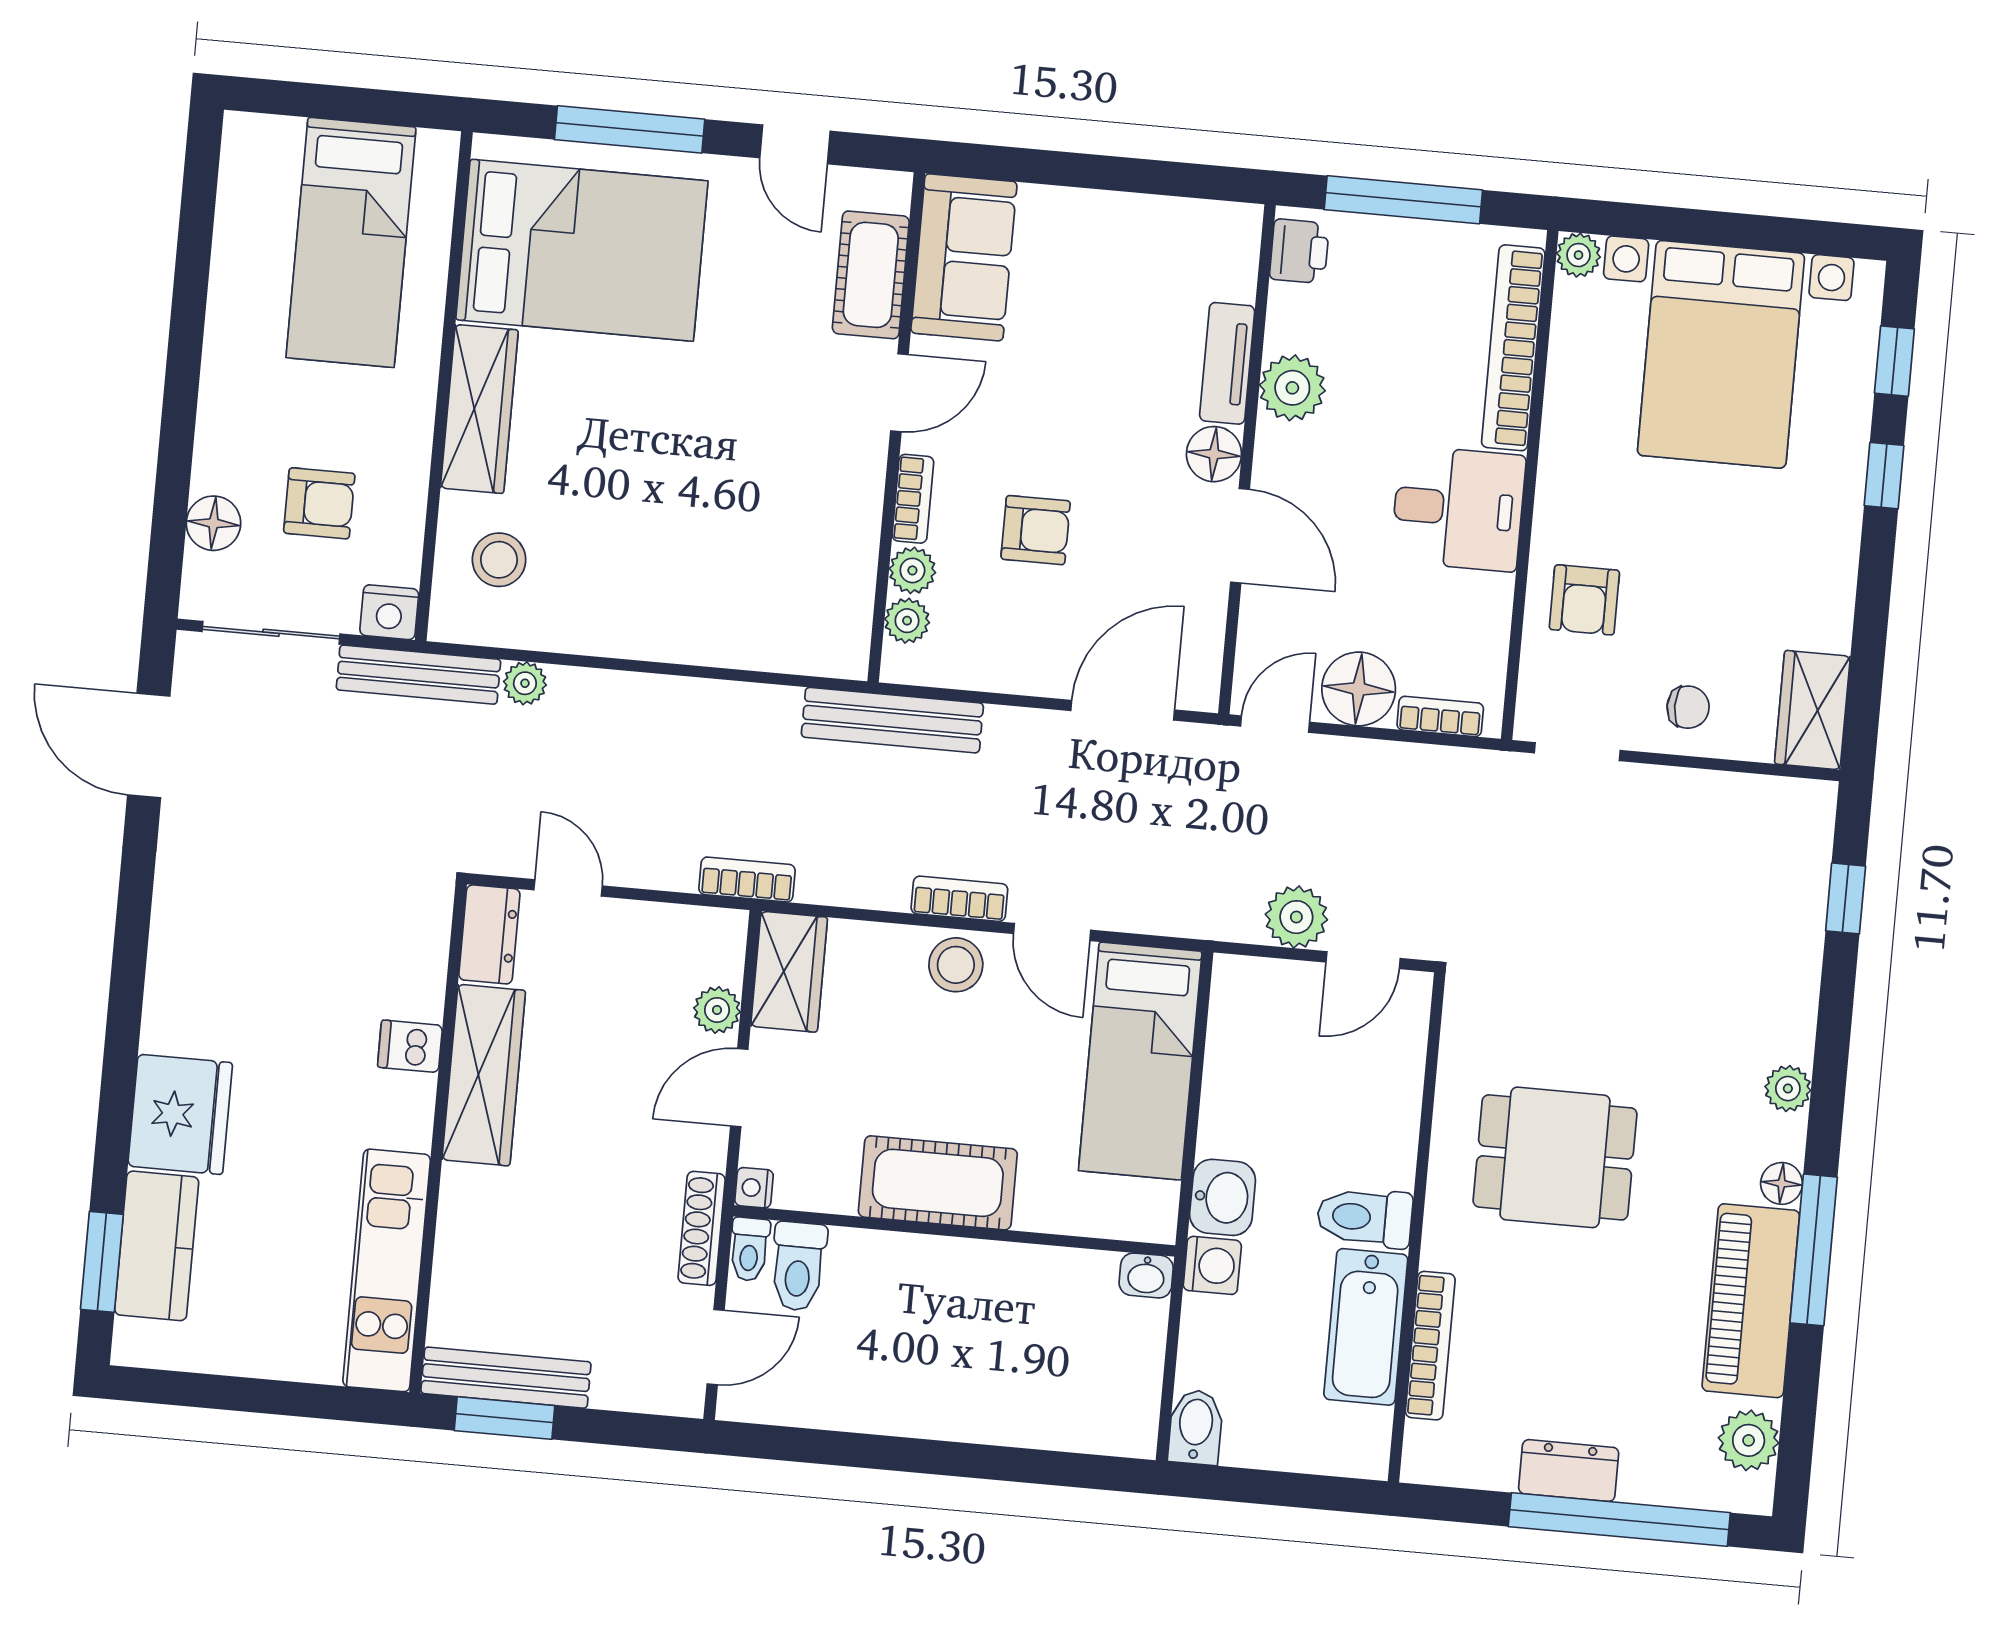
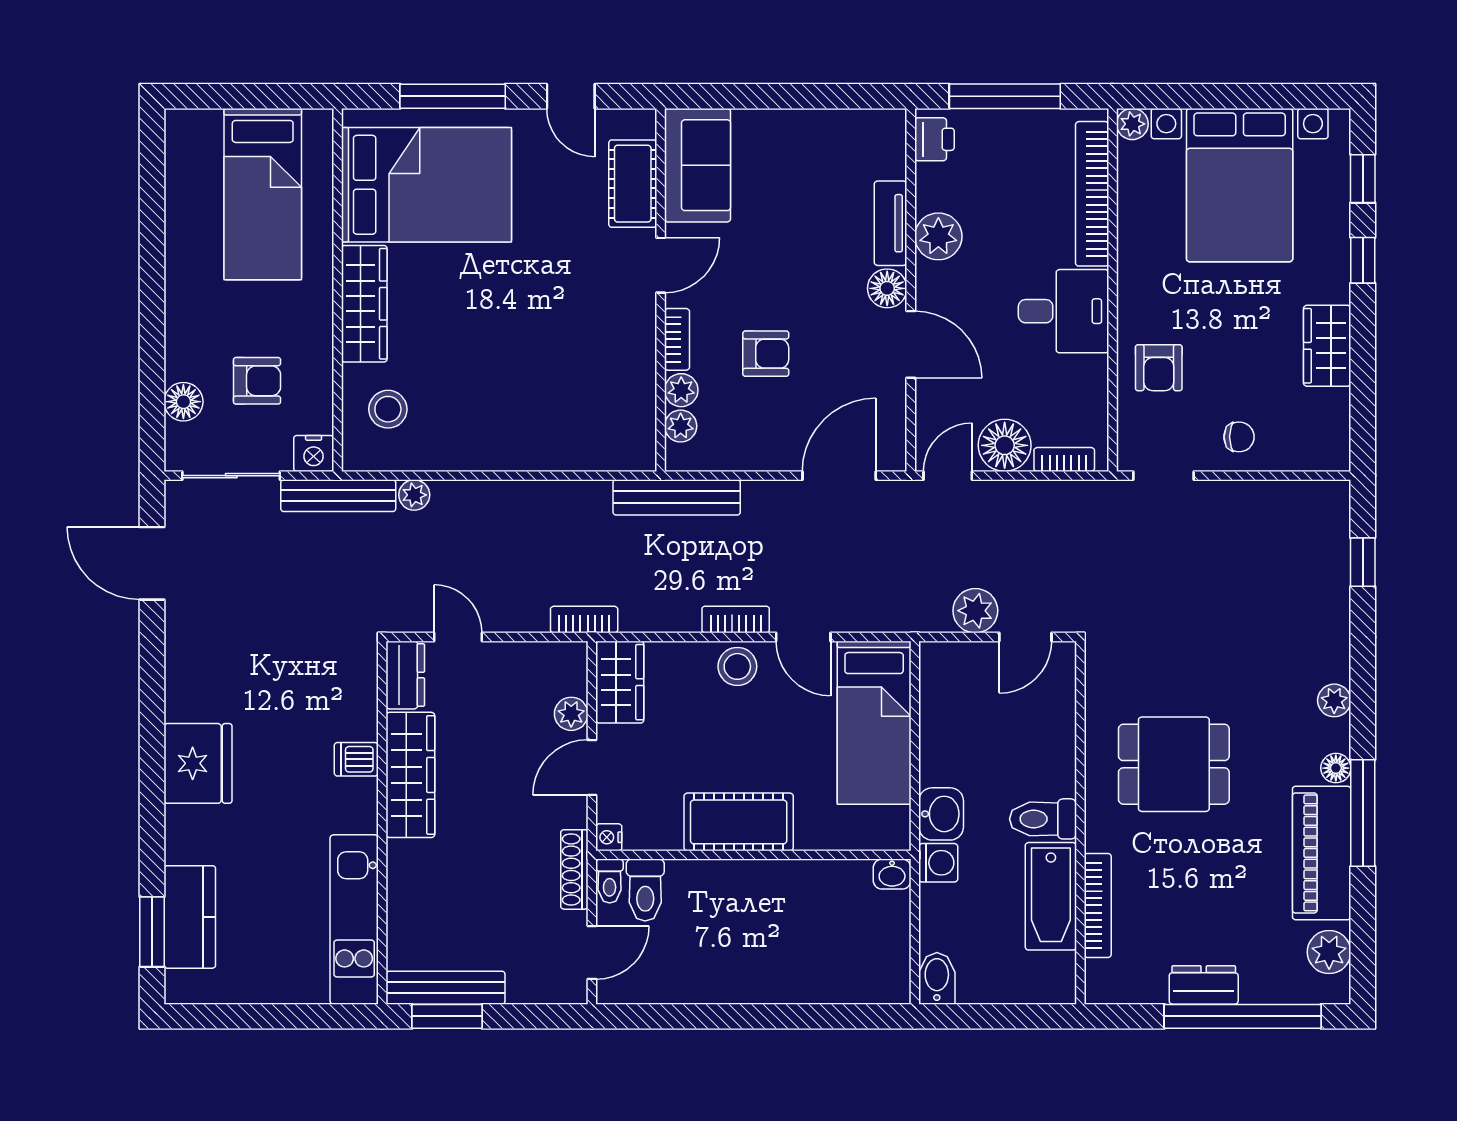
wardrobe: (1812, 710) -> (1327, 346), moved
fridge: (180, 1114) -> (198, 763), moved

